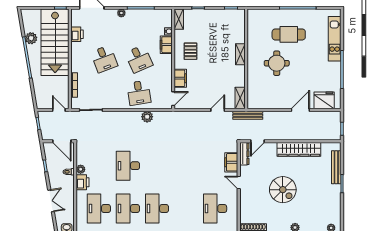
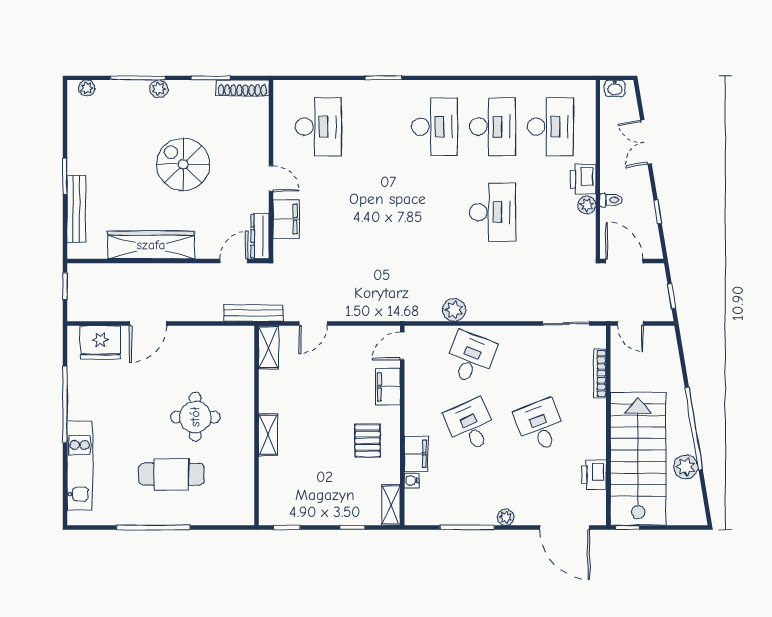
desk: (139, 93) -> (471, 358), turned 30

